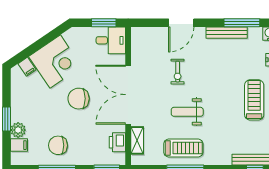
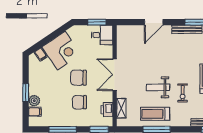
exercise bike: (178, 72) -> (183, 93), moved
double door: (128, 95) -> (115, 75), width x0.73
chair: (58, 145) -> (80, 102), moved
treadmill: (183, 148) -> (155, 114), turned 180

